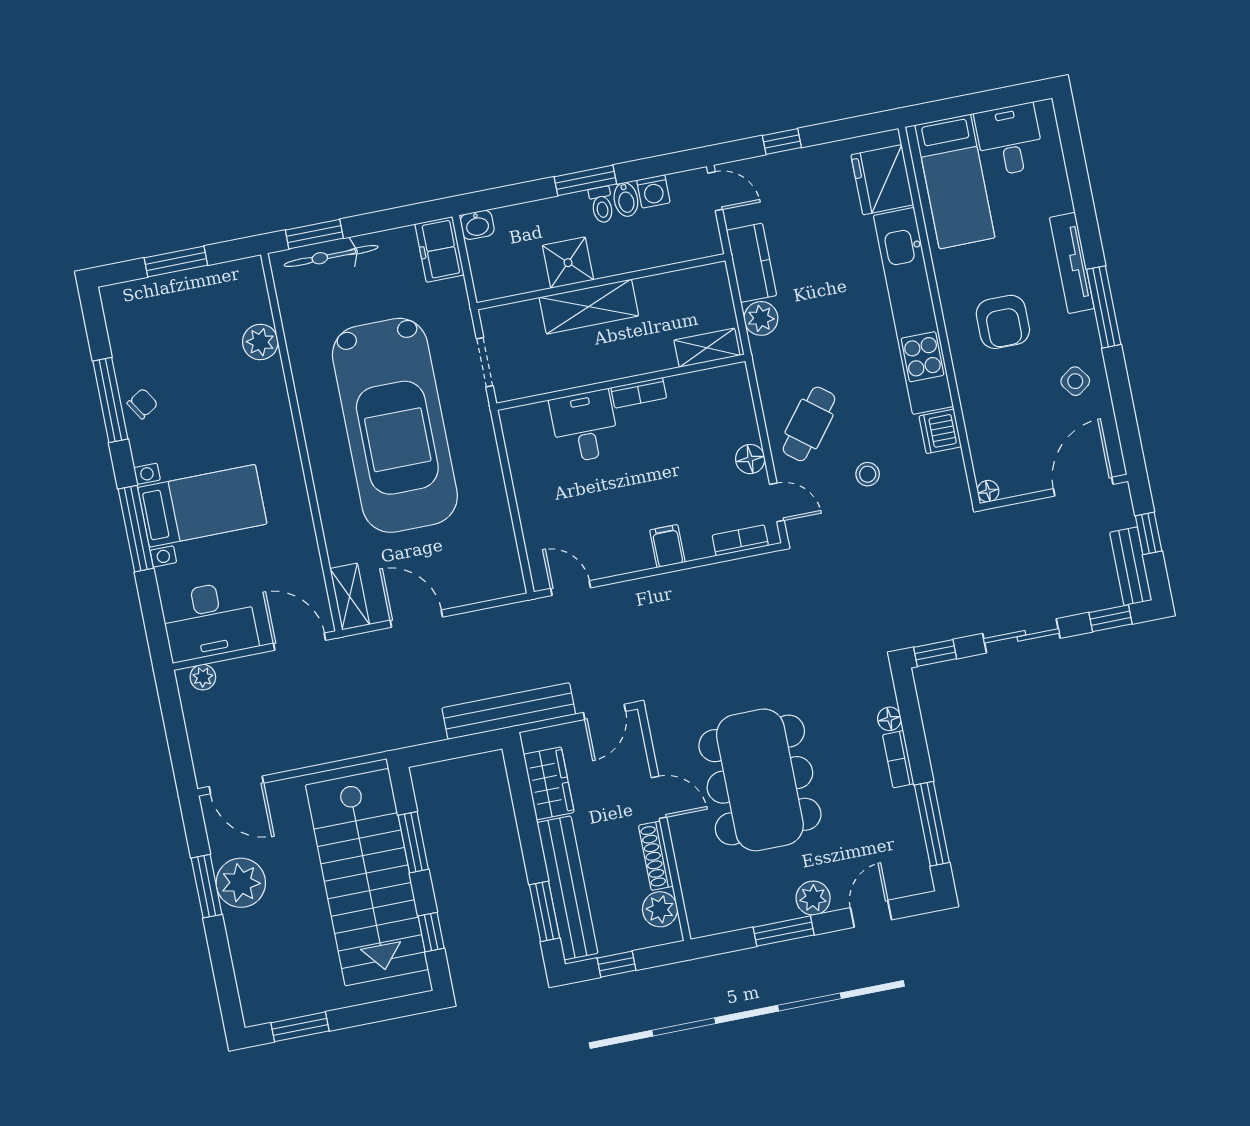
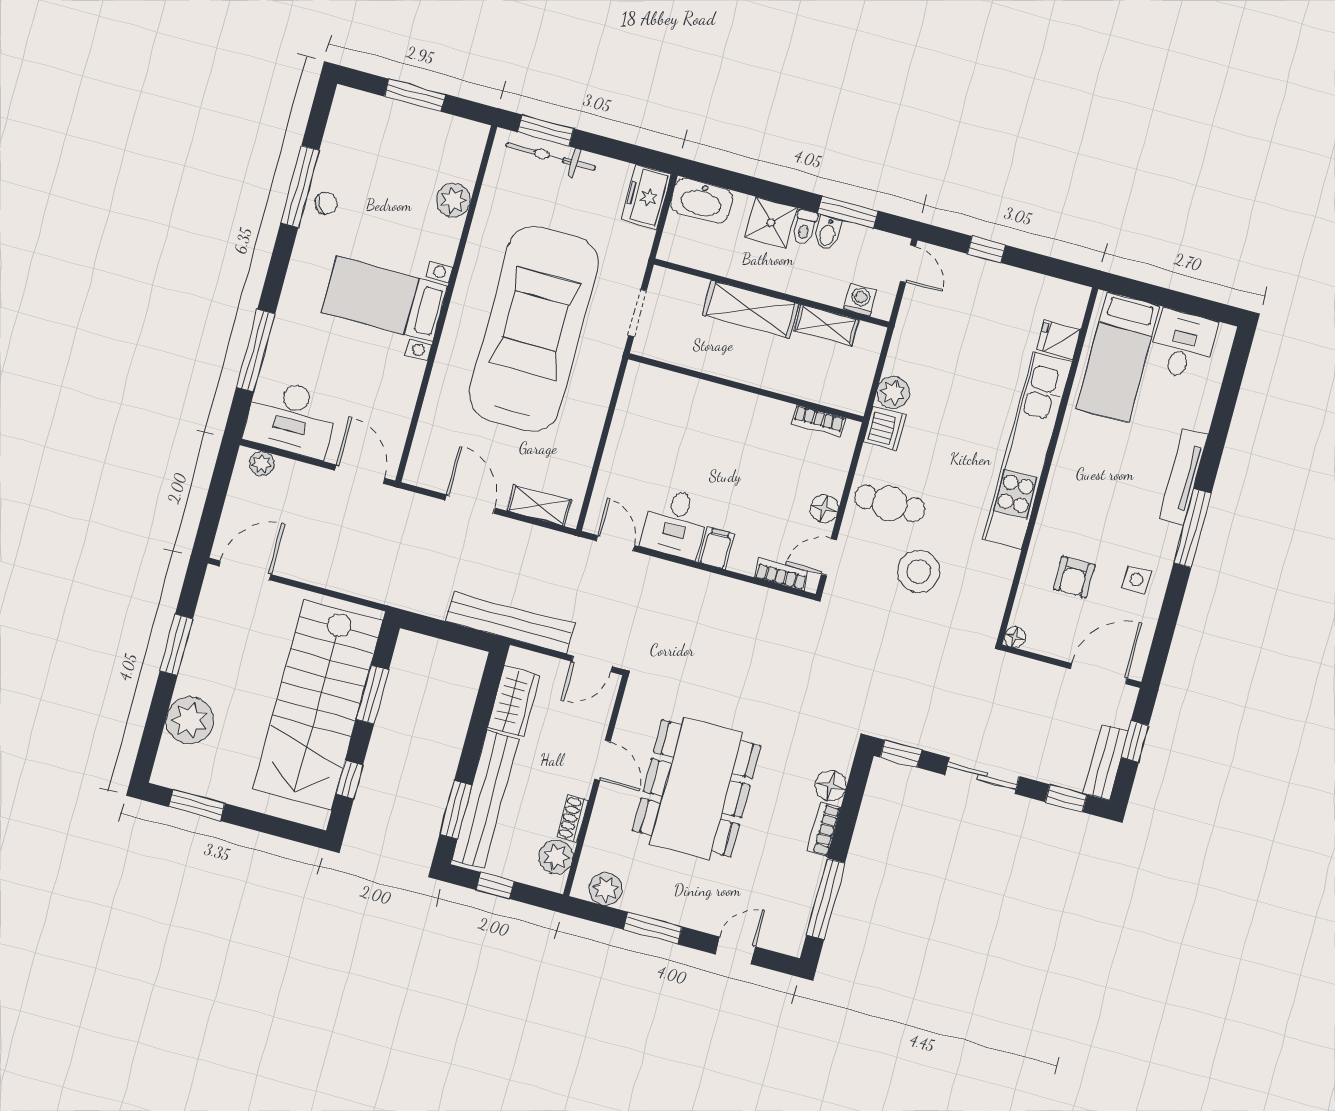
window: (585, 180) -> (848, 212), moved
fridge: (882, 180) -> (1059, 340), width x0.53, depth x0.75
washing machine: (653, 191) -> (860, 300), moved, turned 180
washbasin: (477, 225) -> (701, 201), width x1.91, depth x1.45
shower: (568, 263) -> (771, 223), moved
kitchen counter: (752, 263) -> (909, 341), removed
armchair: (1003, 322) -> (1074, 577), moved, width x0.72, depth x0.72
shelving: (707, 348) -> (826, 325), moved
side table: (1075, 381) -> (1137, 580), turned 36
bookcase: (639, 393) -> (818, 421), moved
cafe table: (809, 424) -> (890, 503), turned 52
car: (395, 425) -> (534, 329), turned 180
desk: (585, 426) -> (676, 523), moved, turned 180
dishwasher: (940, 431) -> (885, 429), moved, turned 180
stool: (868, 474) -> (919, 571), width x1.89, depth x1.89
door: (777, 502) -> (829, 557), swing flipped
bed with nightstands: (202, 506) -> (385, 299), moved, turned 180
window: (136, 529) -> (256, 351), moved
shelving: (350, 597) -> (539, 505), moved, turned 90
floor lamp: (889, 719) -> (831, 786), width x1.37, depth x1.37
door: (236, 785) -> (245, 570), swing flipped
shoe rack: (656, 856) -> (572, 818), width x0.70
plant: (241, 883) -> (190, 720), moved
plant: (813, 898) -> (606, 889), moved

